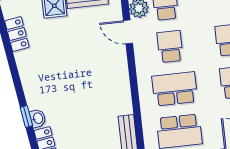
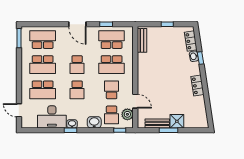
locker: (17, 34) -> (197, 85), moved
school desk: (170, 47) -> (112, 90), turned 180

